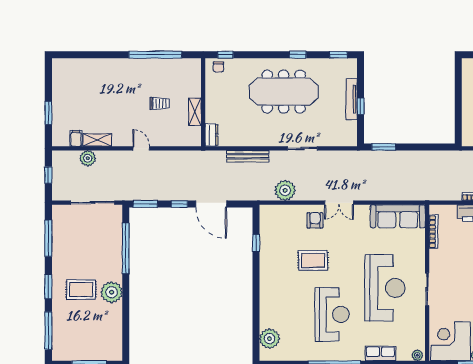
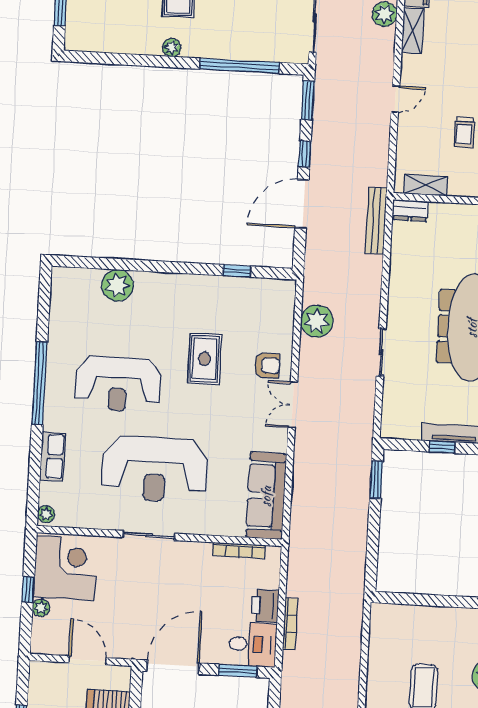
shelving: (195, 112) -> (426, 185), moved
bench: (248, 156) -> (376, 221), moved
plant: (112, 292) -> (172, 48), width x0.53, depth x0.53
plant: (269, 339) -> (118, 285), moved

